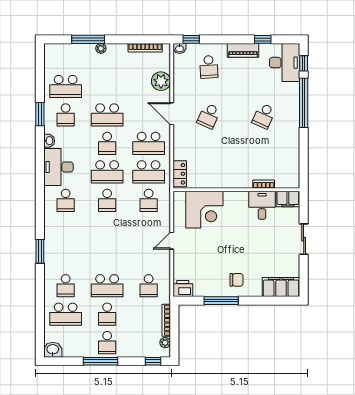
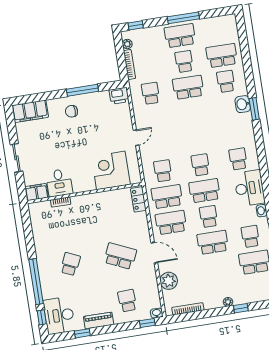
window: (88, 39) -> (241, 308), width x0.46
school desk: (209, 116) -> (120, 256), width x1.85
school desk: (107, 343) -> (180, 36), width x1.85
washbasin: (53, 350) -> (243, 104), moved, turned 90

